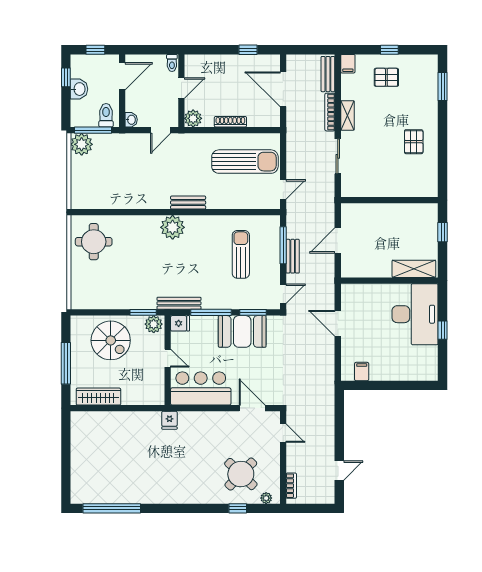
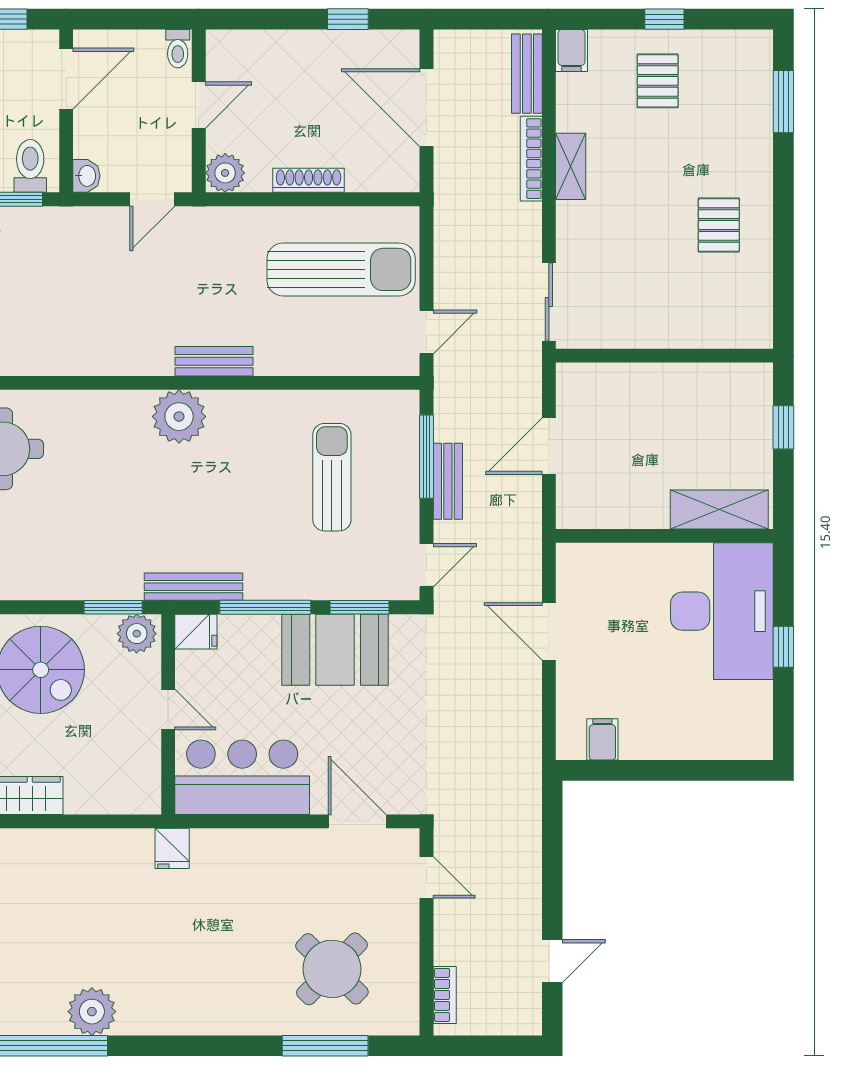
pallet: (386, 77) -> (658, 81), turned 90
sliding door: (338, 156) -> (549, 302), moved
plant: (266, 498) -> (92, 1012), moved, width x1.87, depth x1.87
window: (238, 508) -> (325, 1046), width x2.17

